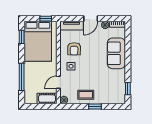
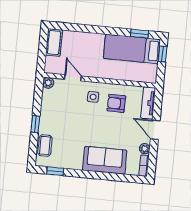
window: (46, 19) -> (163, 54), moved
bed: (38, 41) -> (132, 49), width x0.67
window: (22, 77) -> (85, 28), removed
coffee table: (86, 95) -> (45, 146), moved
cot: (47, 99) -> (54, 42), moved

